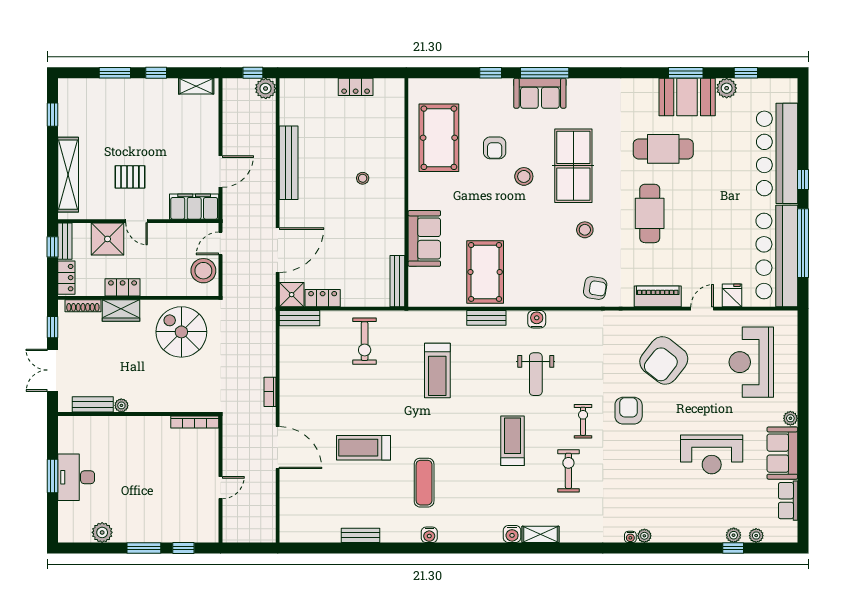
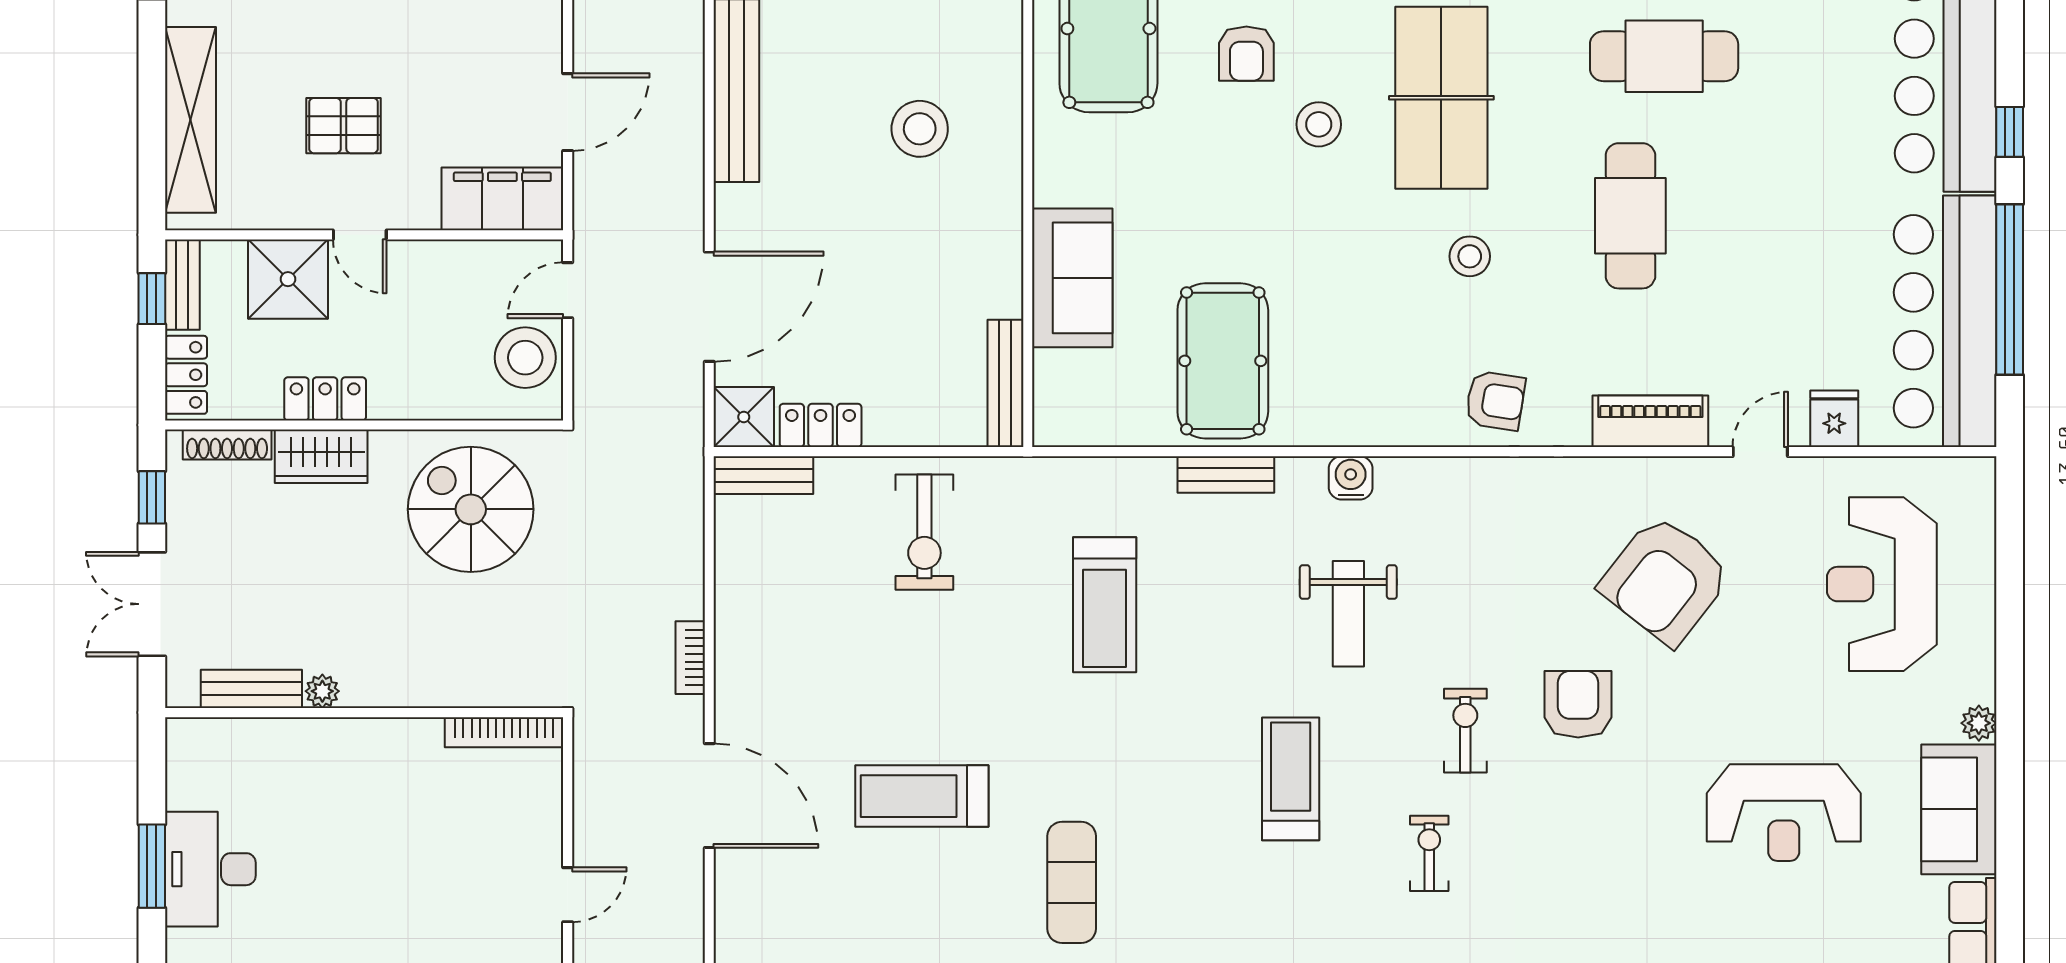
stool: (363, 178) -> (920, 129), width x1.89, depth x1.89
exercise bike: (568, 471) -> (1429, 853), width x0.73, depth x0.72

